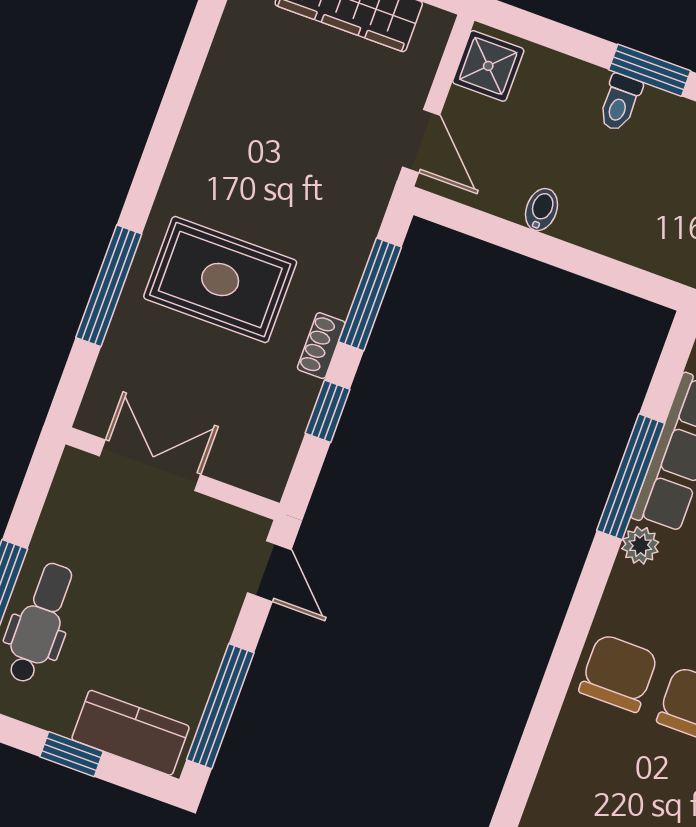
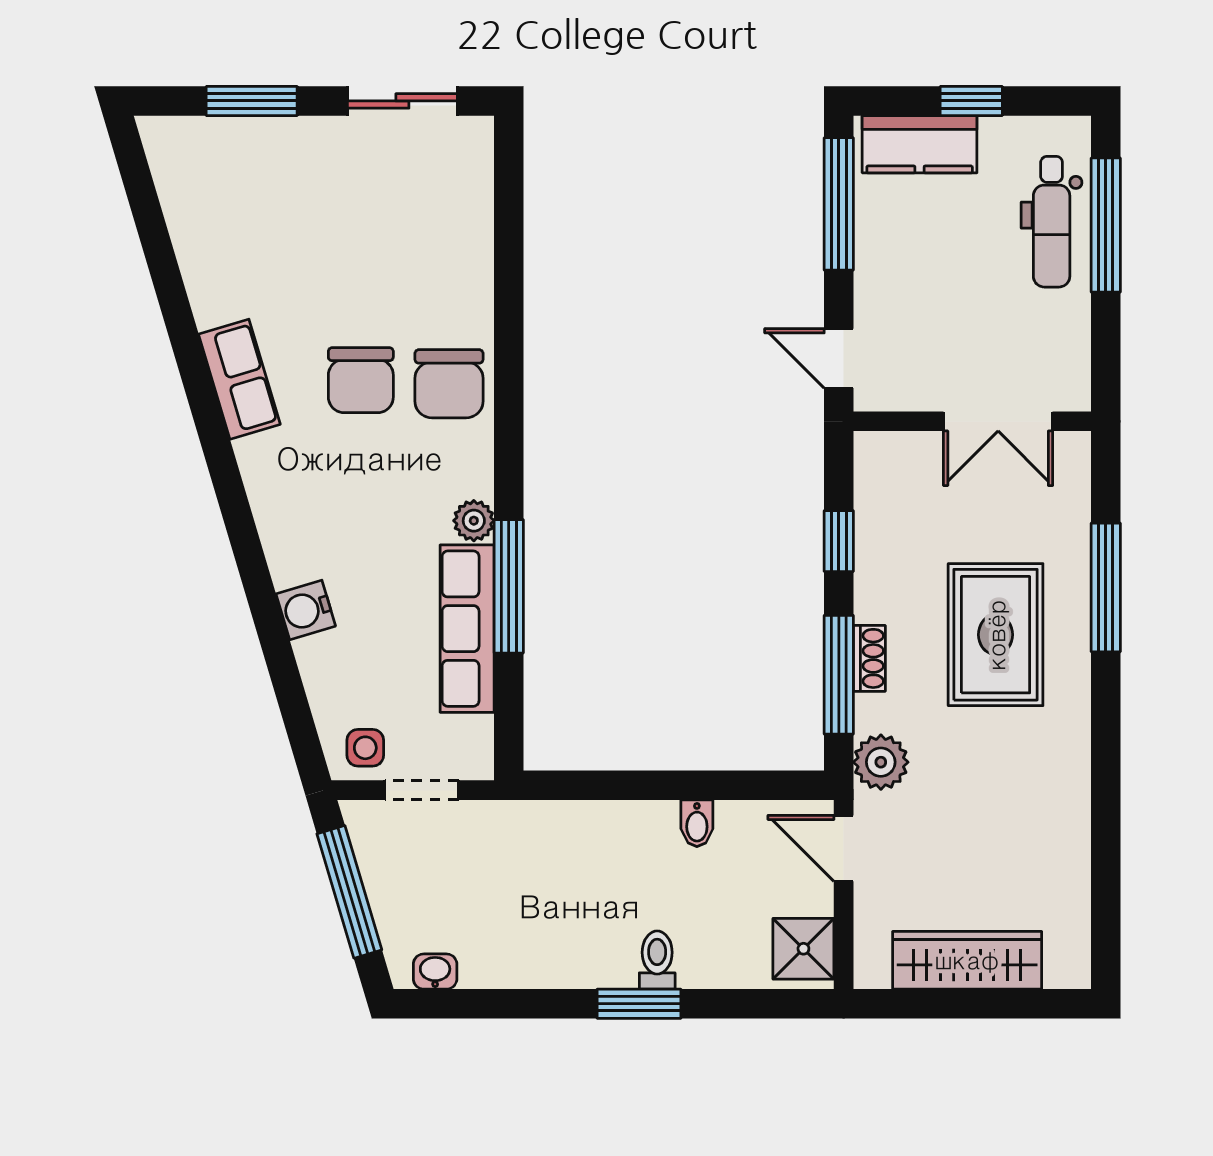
plant: (361, 205) -> (881, 762), added
rug: (220, 280) -> (996, 635), turned 90
shoe rack: (321, 346) -> (869, 658), moved

